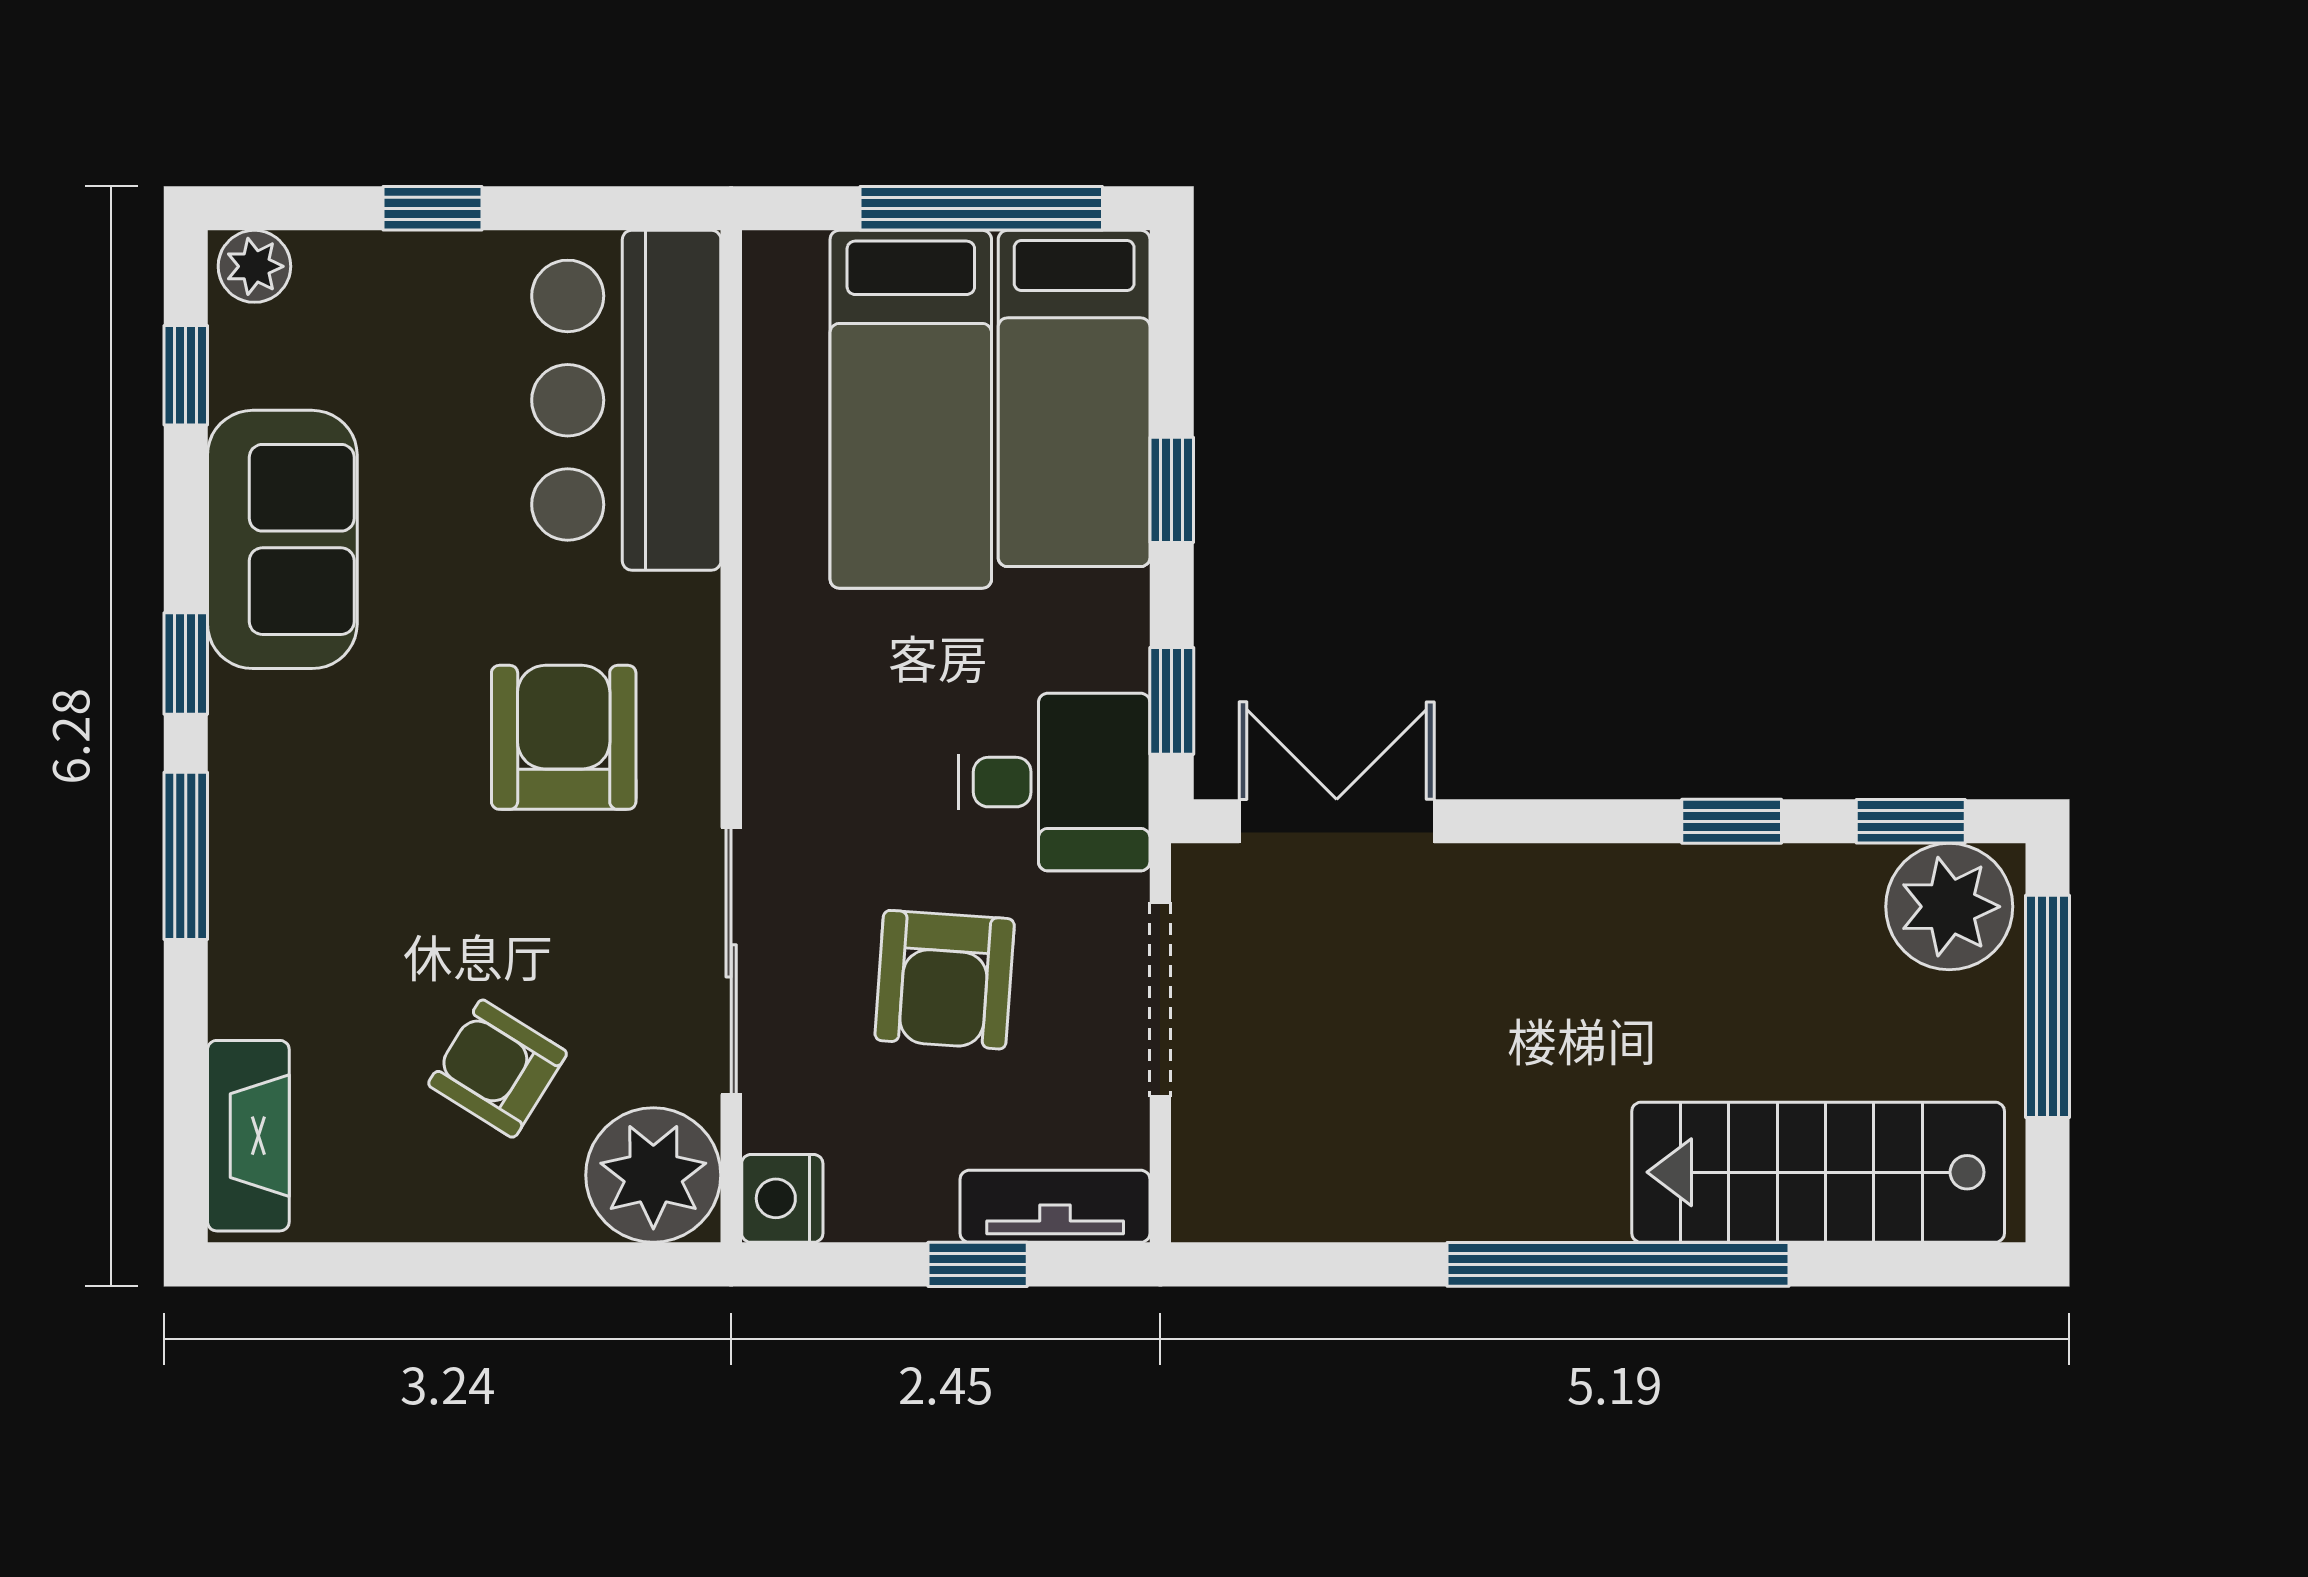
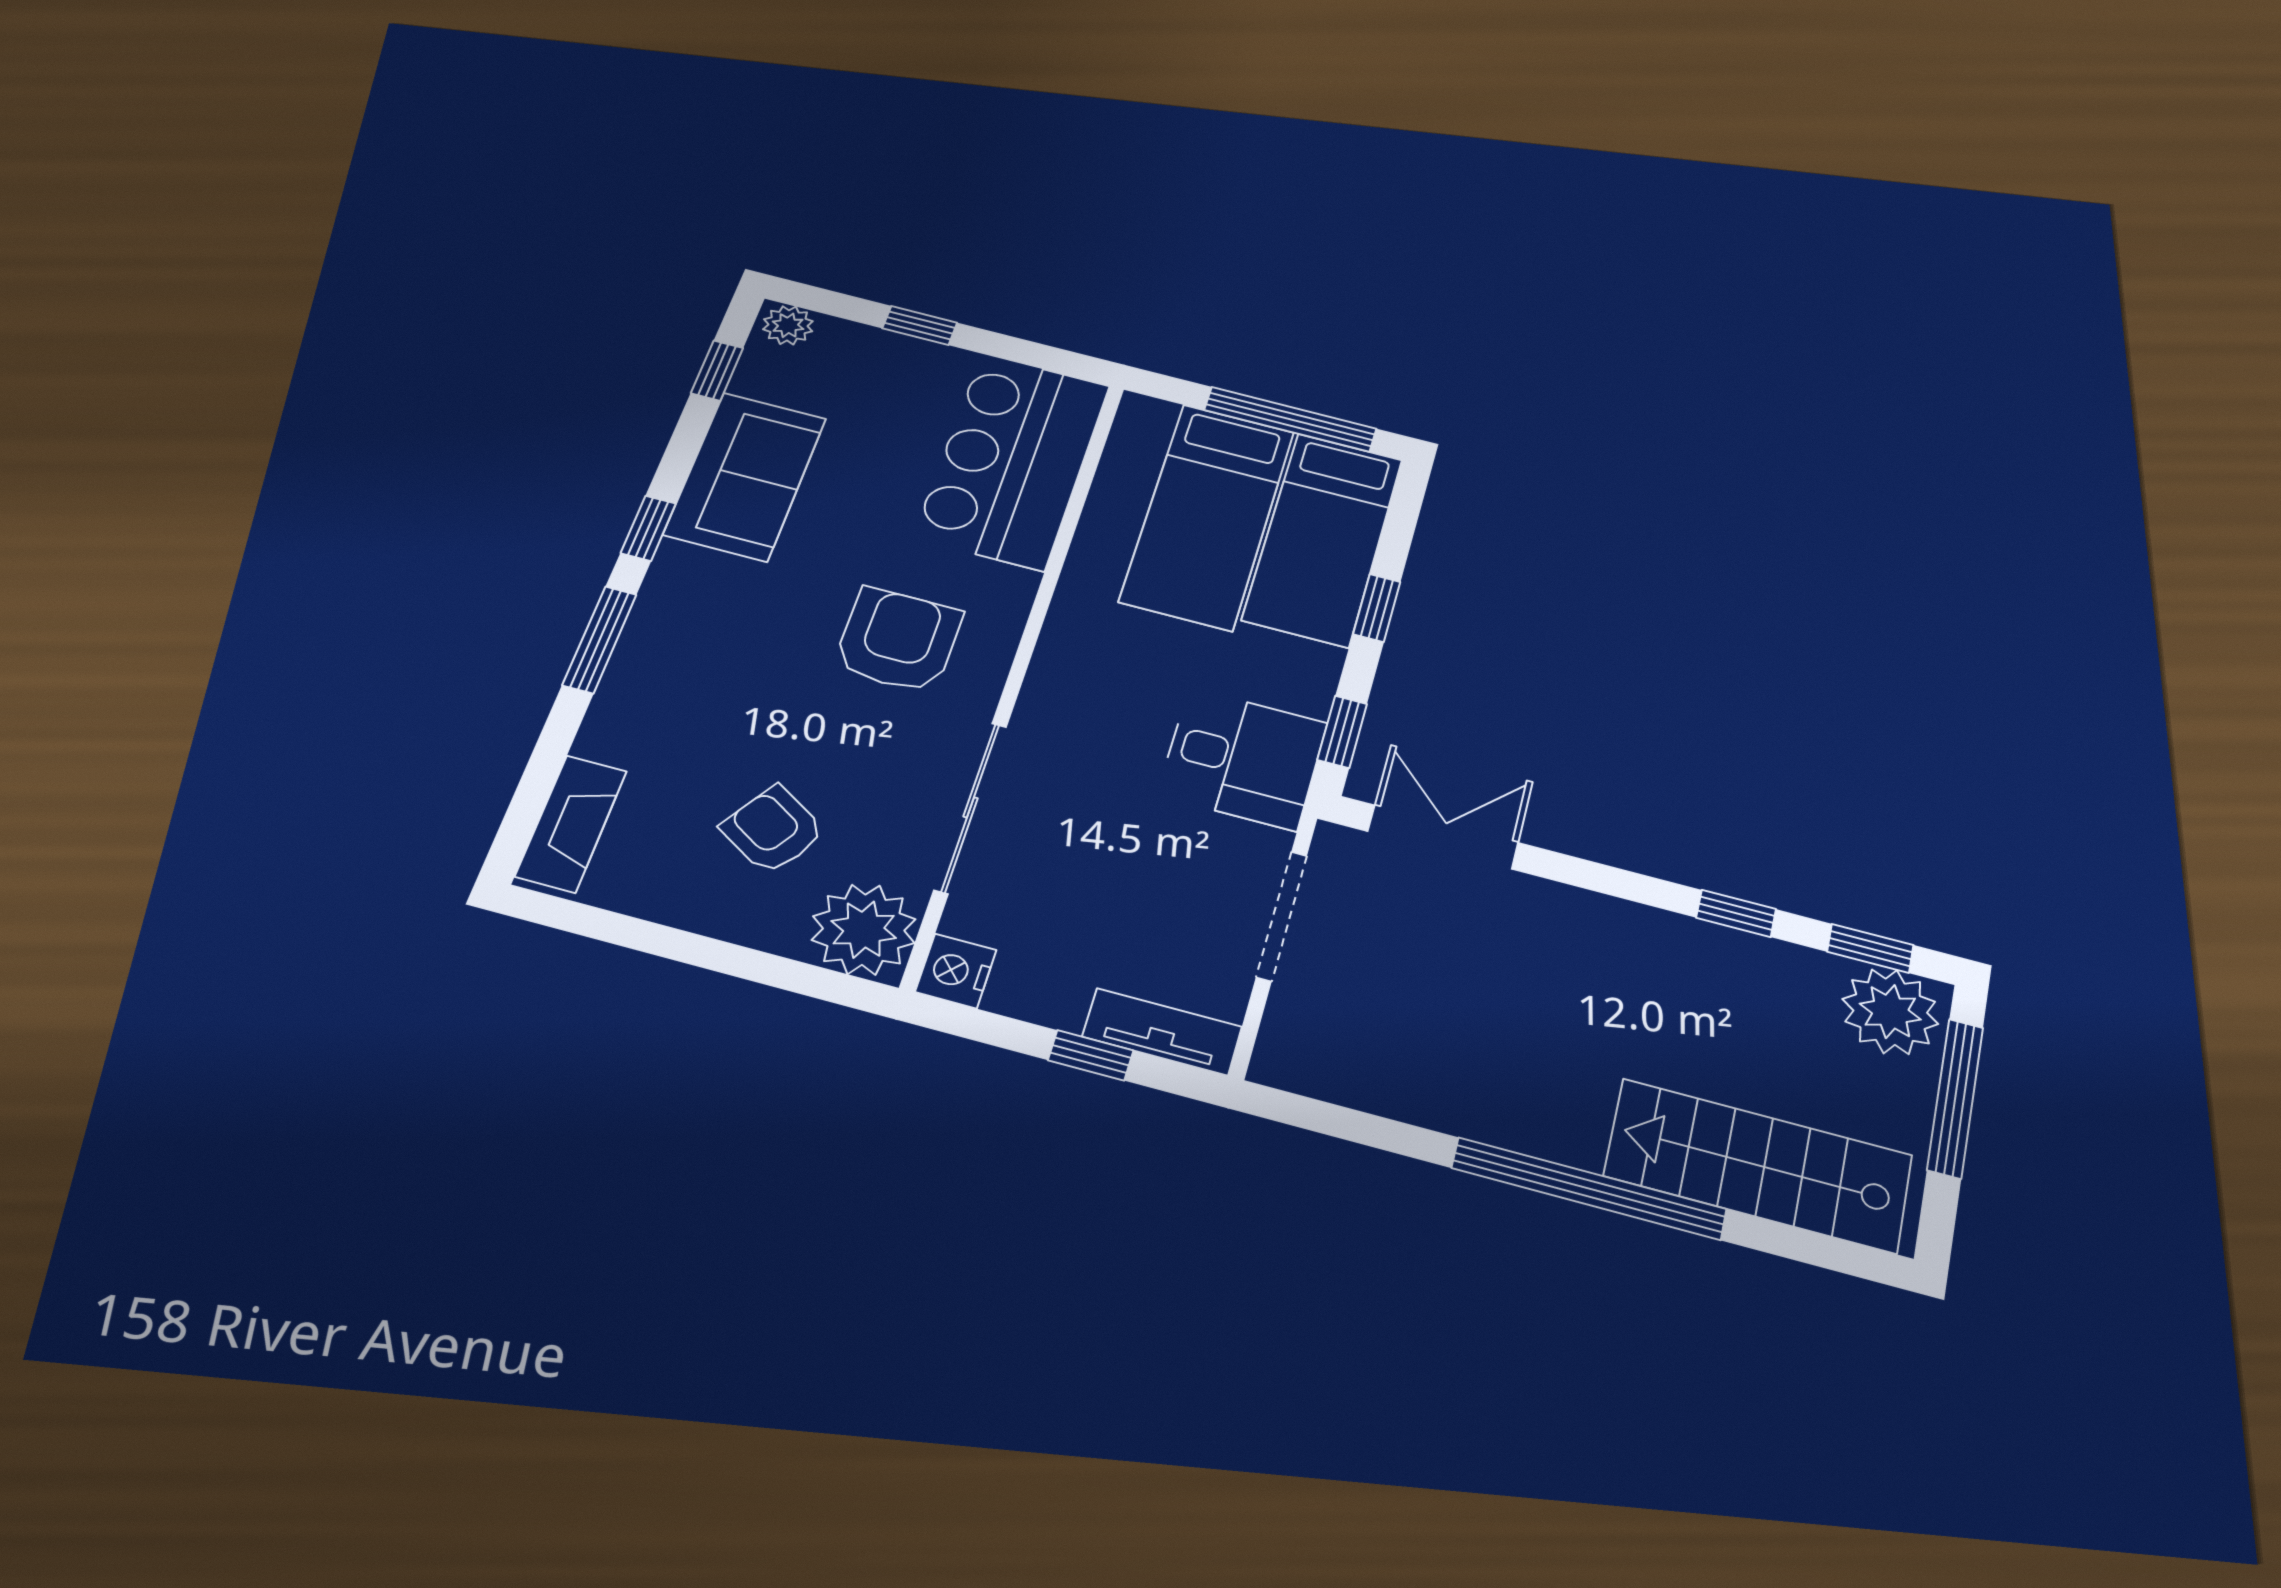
armchair: (945, 980) -> (1124, 861), removed

